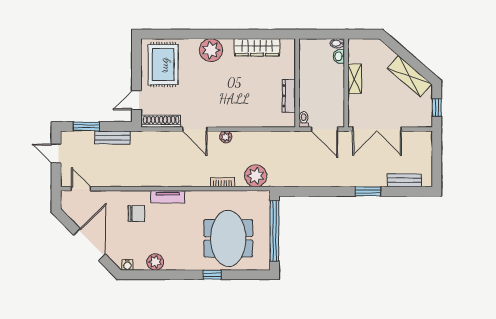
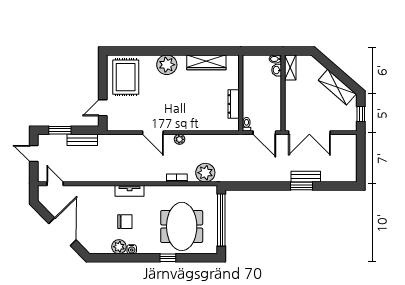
shelving: (355, 79) -> (290, 67), moved
shoe rack: (161, 121) -> (124, 126), removed
bench: (404, 180) -> (306, 177), moved
chair: (136, 213) -> (125, 222), moved
water cooler: (127, 265) -> (132, 249), moved

